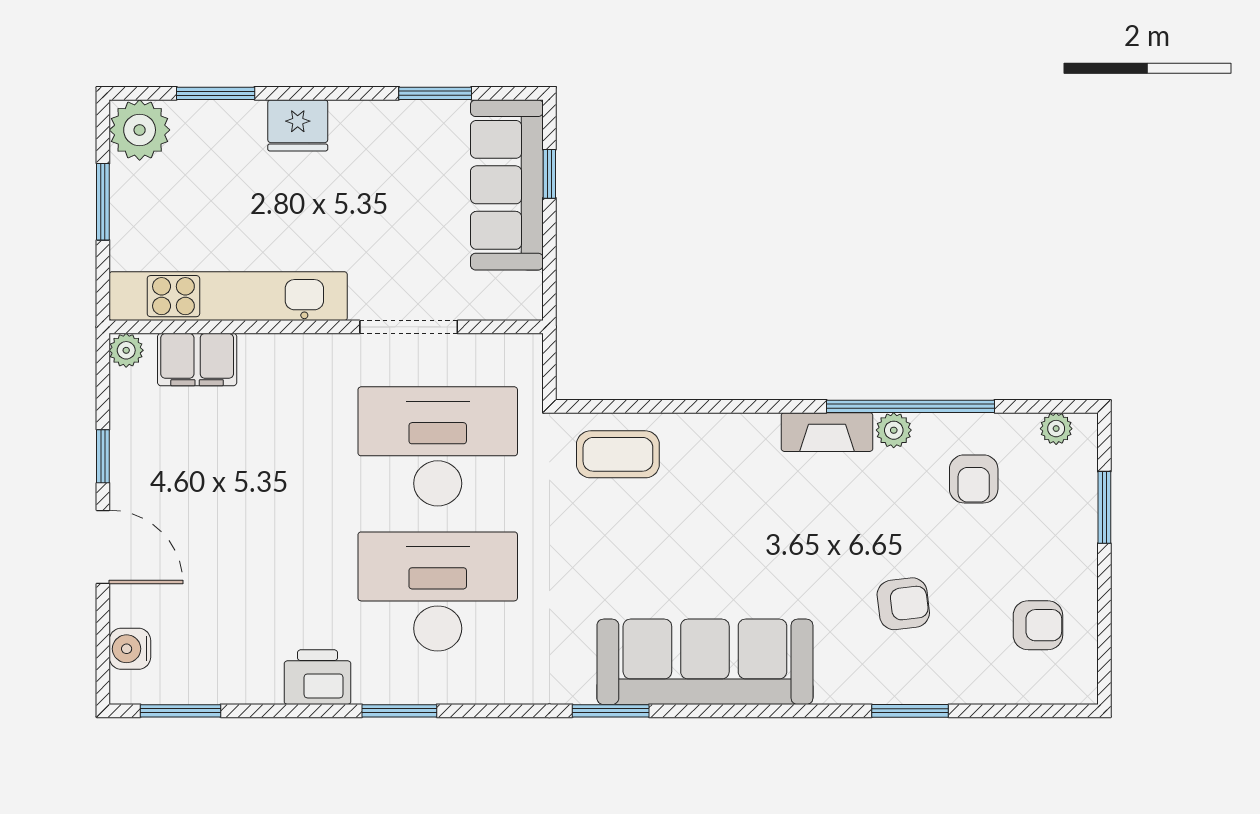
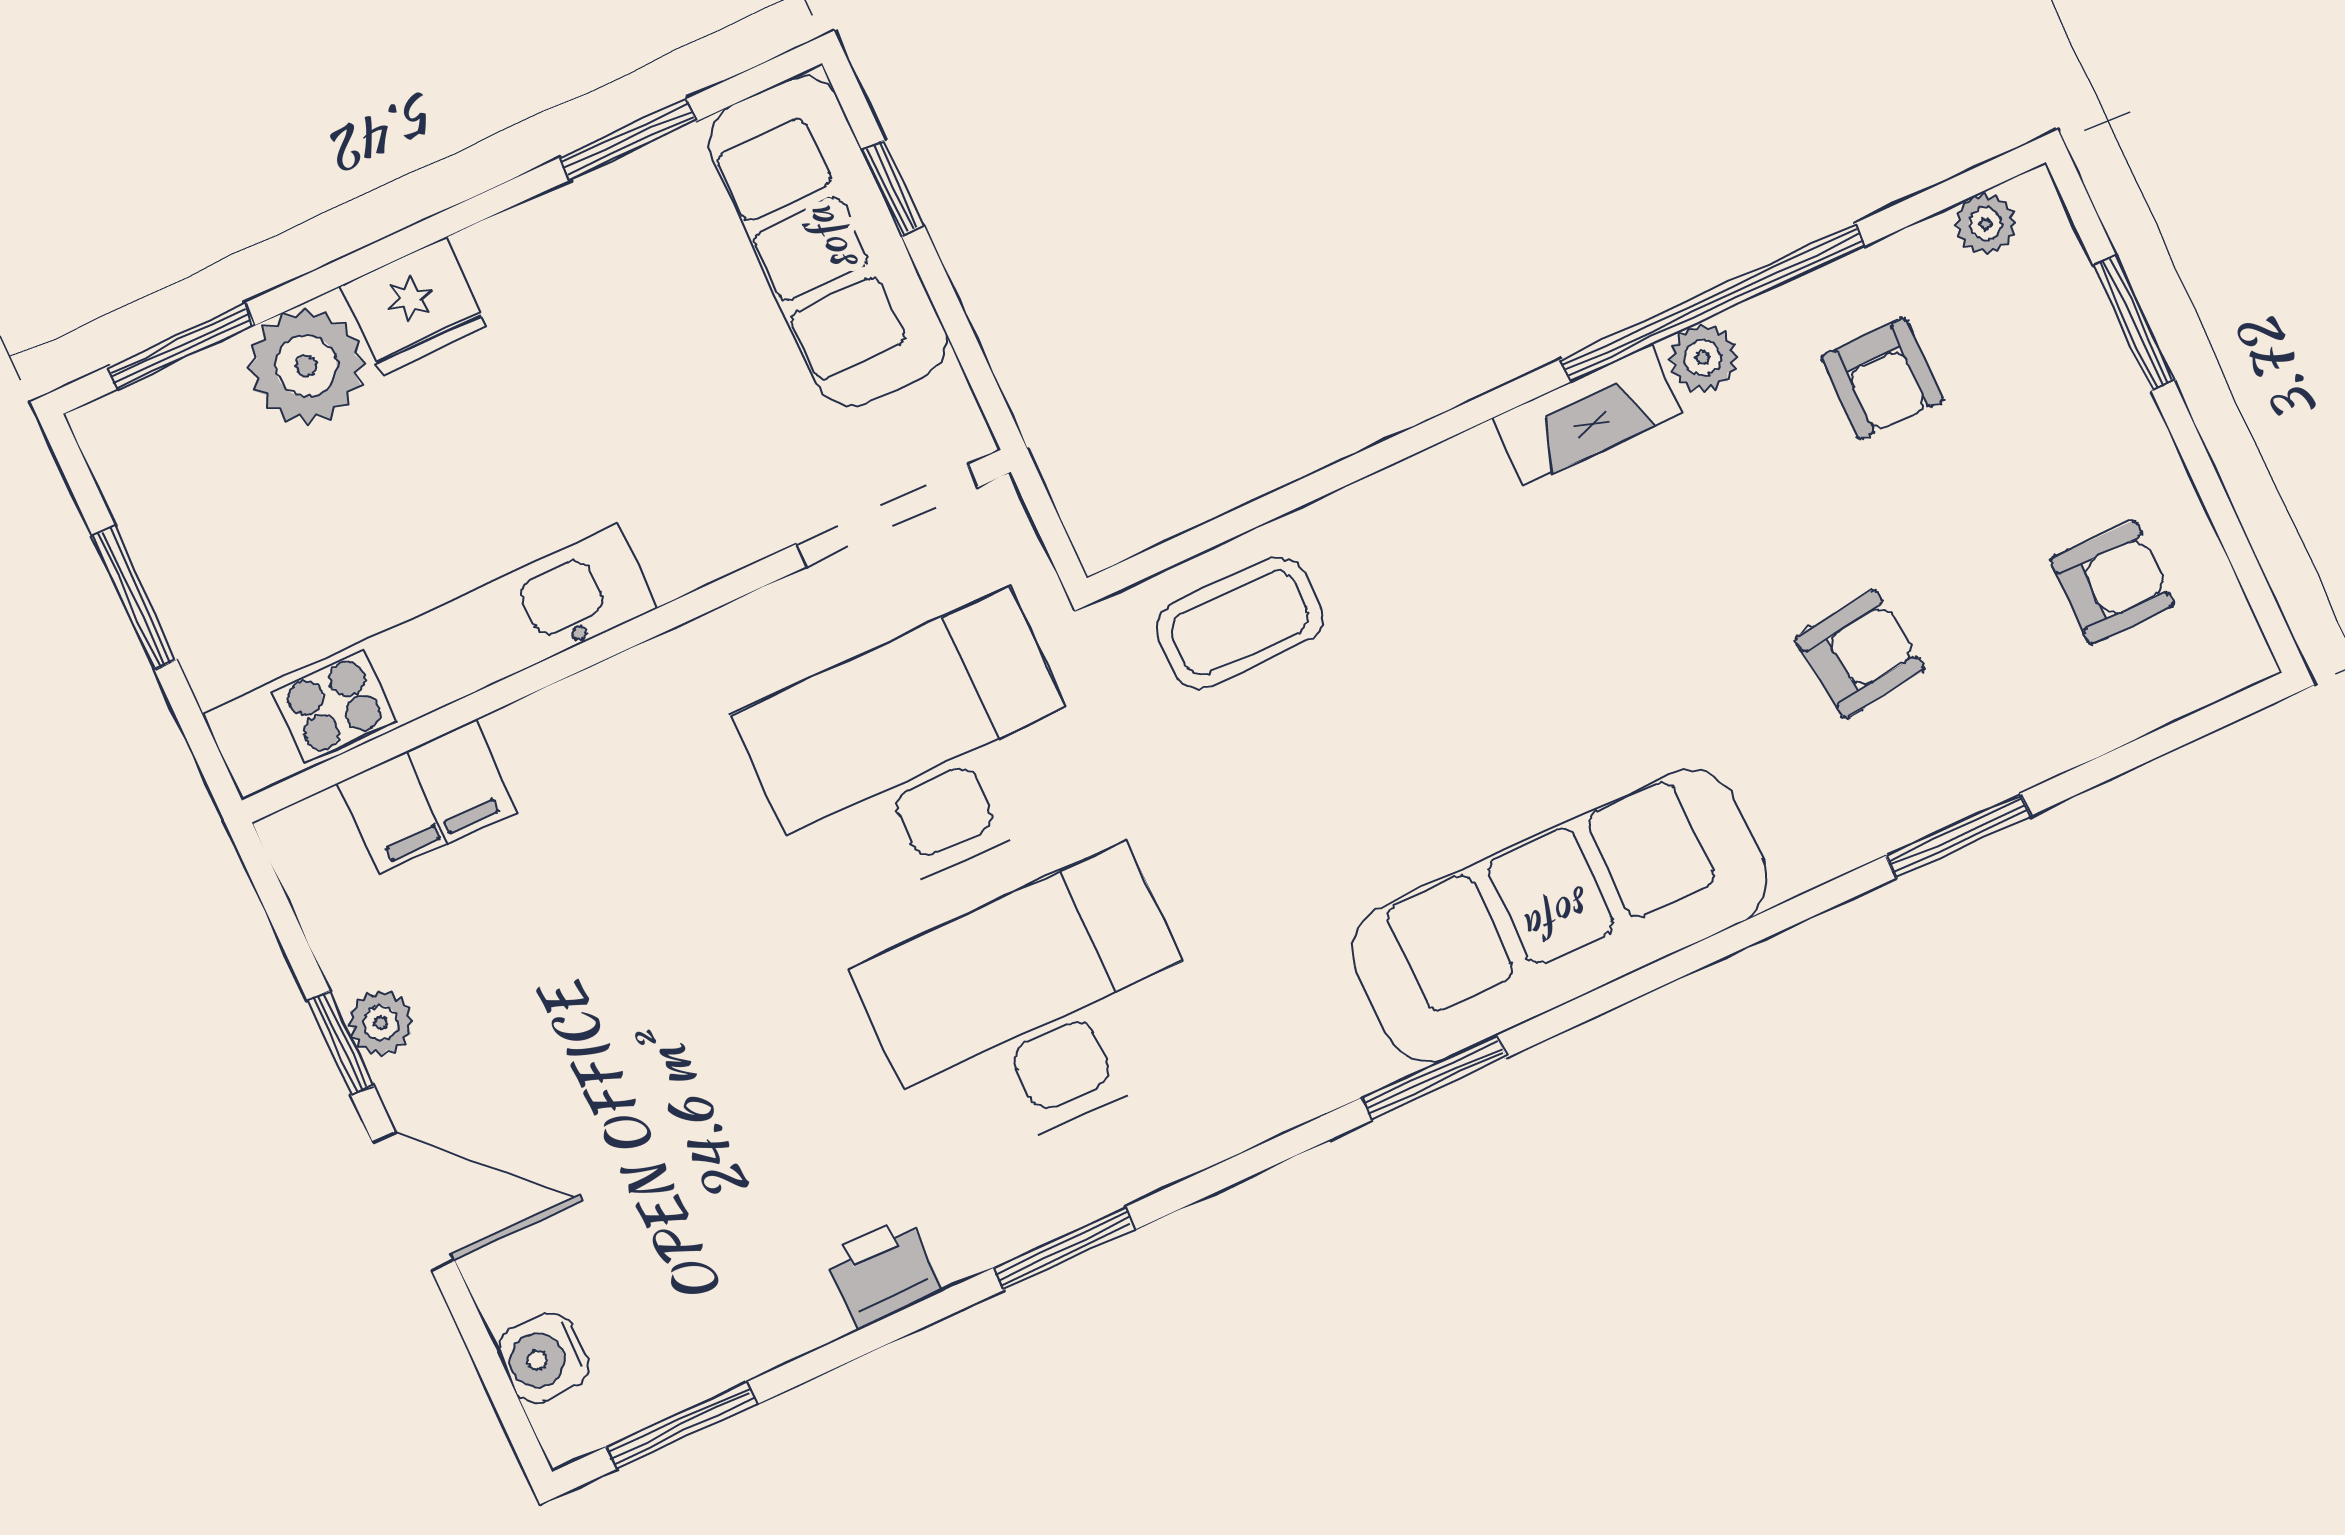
window: (216, 93) -> (181, 346), moved
plant: (140, 130) -> (306, 366), moved
doorway: (409, 327) -> (887, 516), moved
plant: (126, 350) -> (380, 1023), moved
printer: (318, 677) -> (883, 1272), width x0.73, depth x0.81

